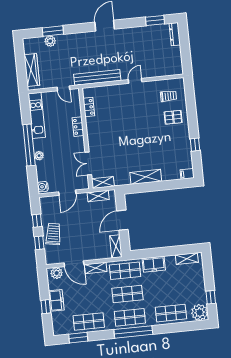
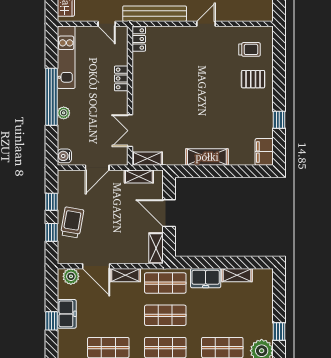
locker: (89, 107) -> (139, 39), moved
filing cabinet: (187, 174) -> (264, 152), width x2.00
door: (122, 220) -> (169, 213), hinge flipped
shelving: (187, 259) -> (237, 275), moved

